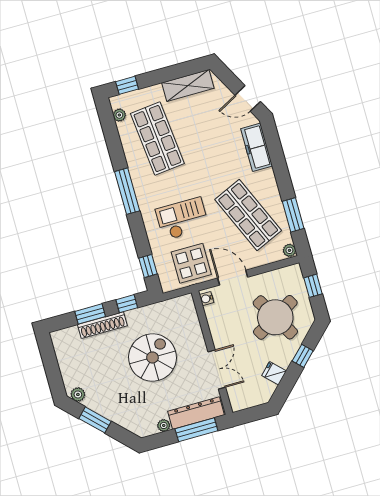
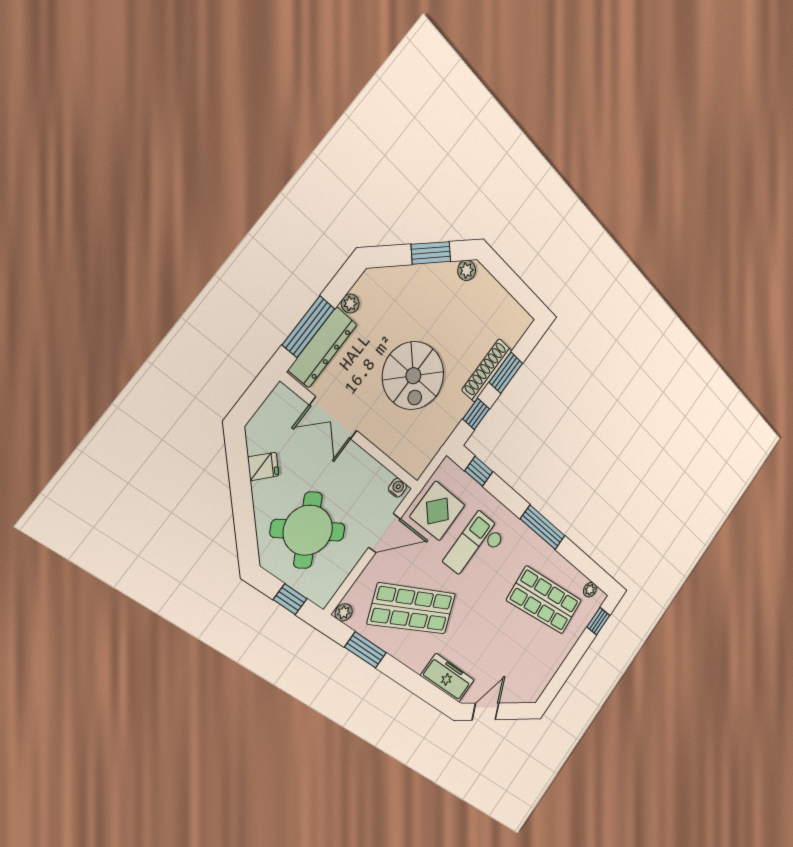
shelving: (188, 85) -> (546, 671), removed
checkout: (182, 219) -> (475, 547), turned 180
window: (303, 356) -> (244, 514), removed

